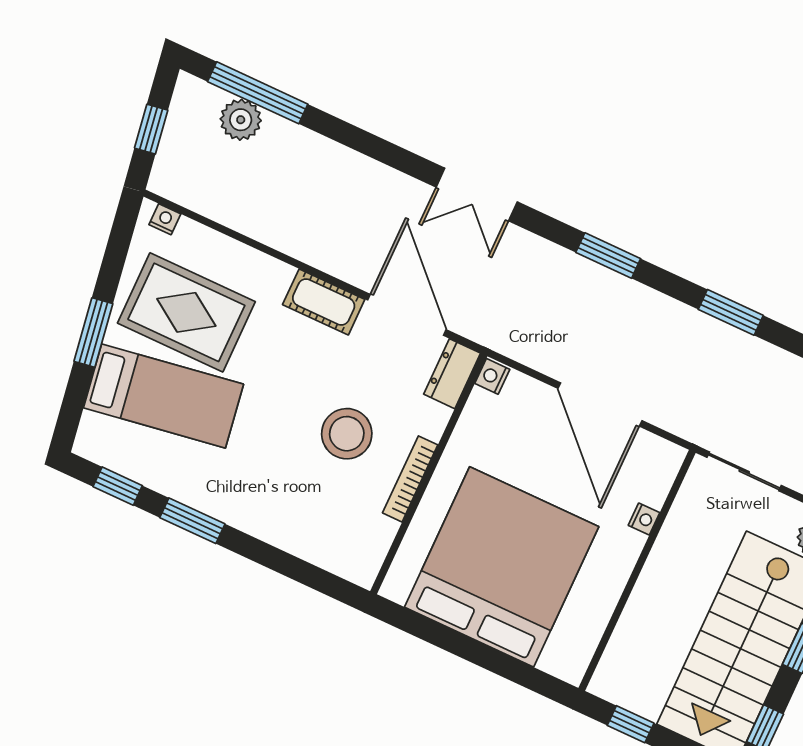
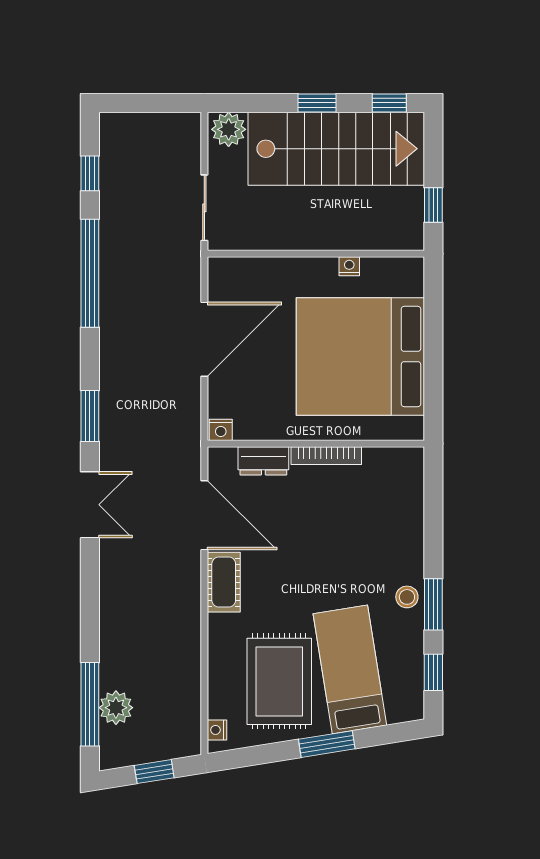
window: (608, 256) -> (90, 416), moved
window: (731, 312) -> (90, 273), width x2.11
door: (407, 315) -> (204, 515), swing flipped
dresser: (452, 374) -> (263, 461), moved
stool: (347, 434) -> (407, 597), moved, width x0.53, depth x0.53
nightstand: (644, 519) -> (349, 266), moved

